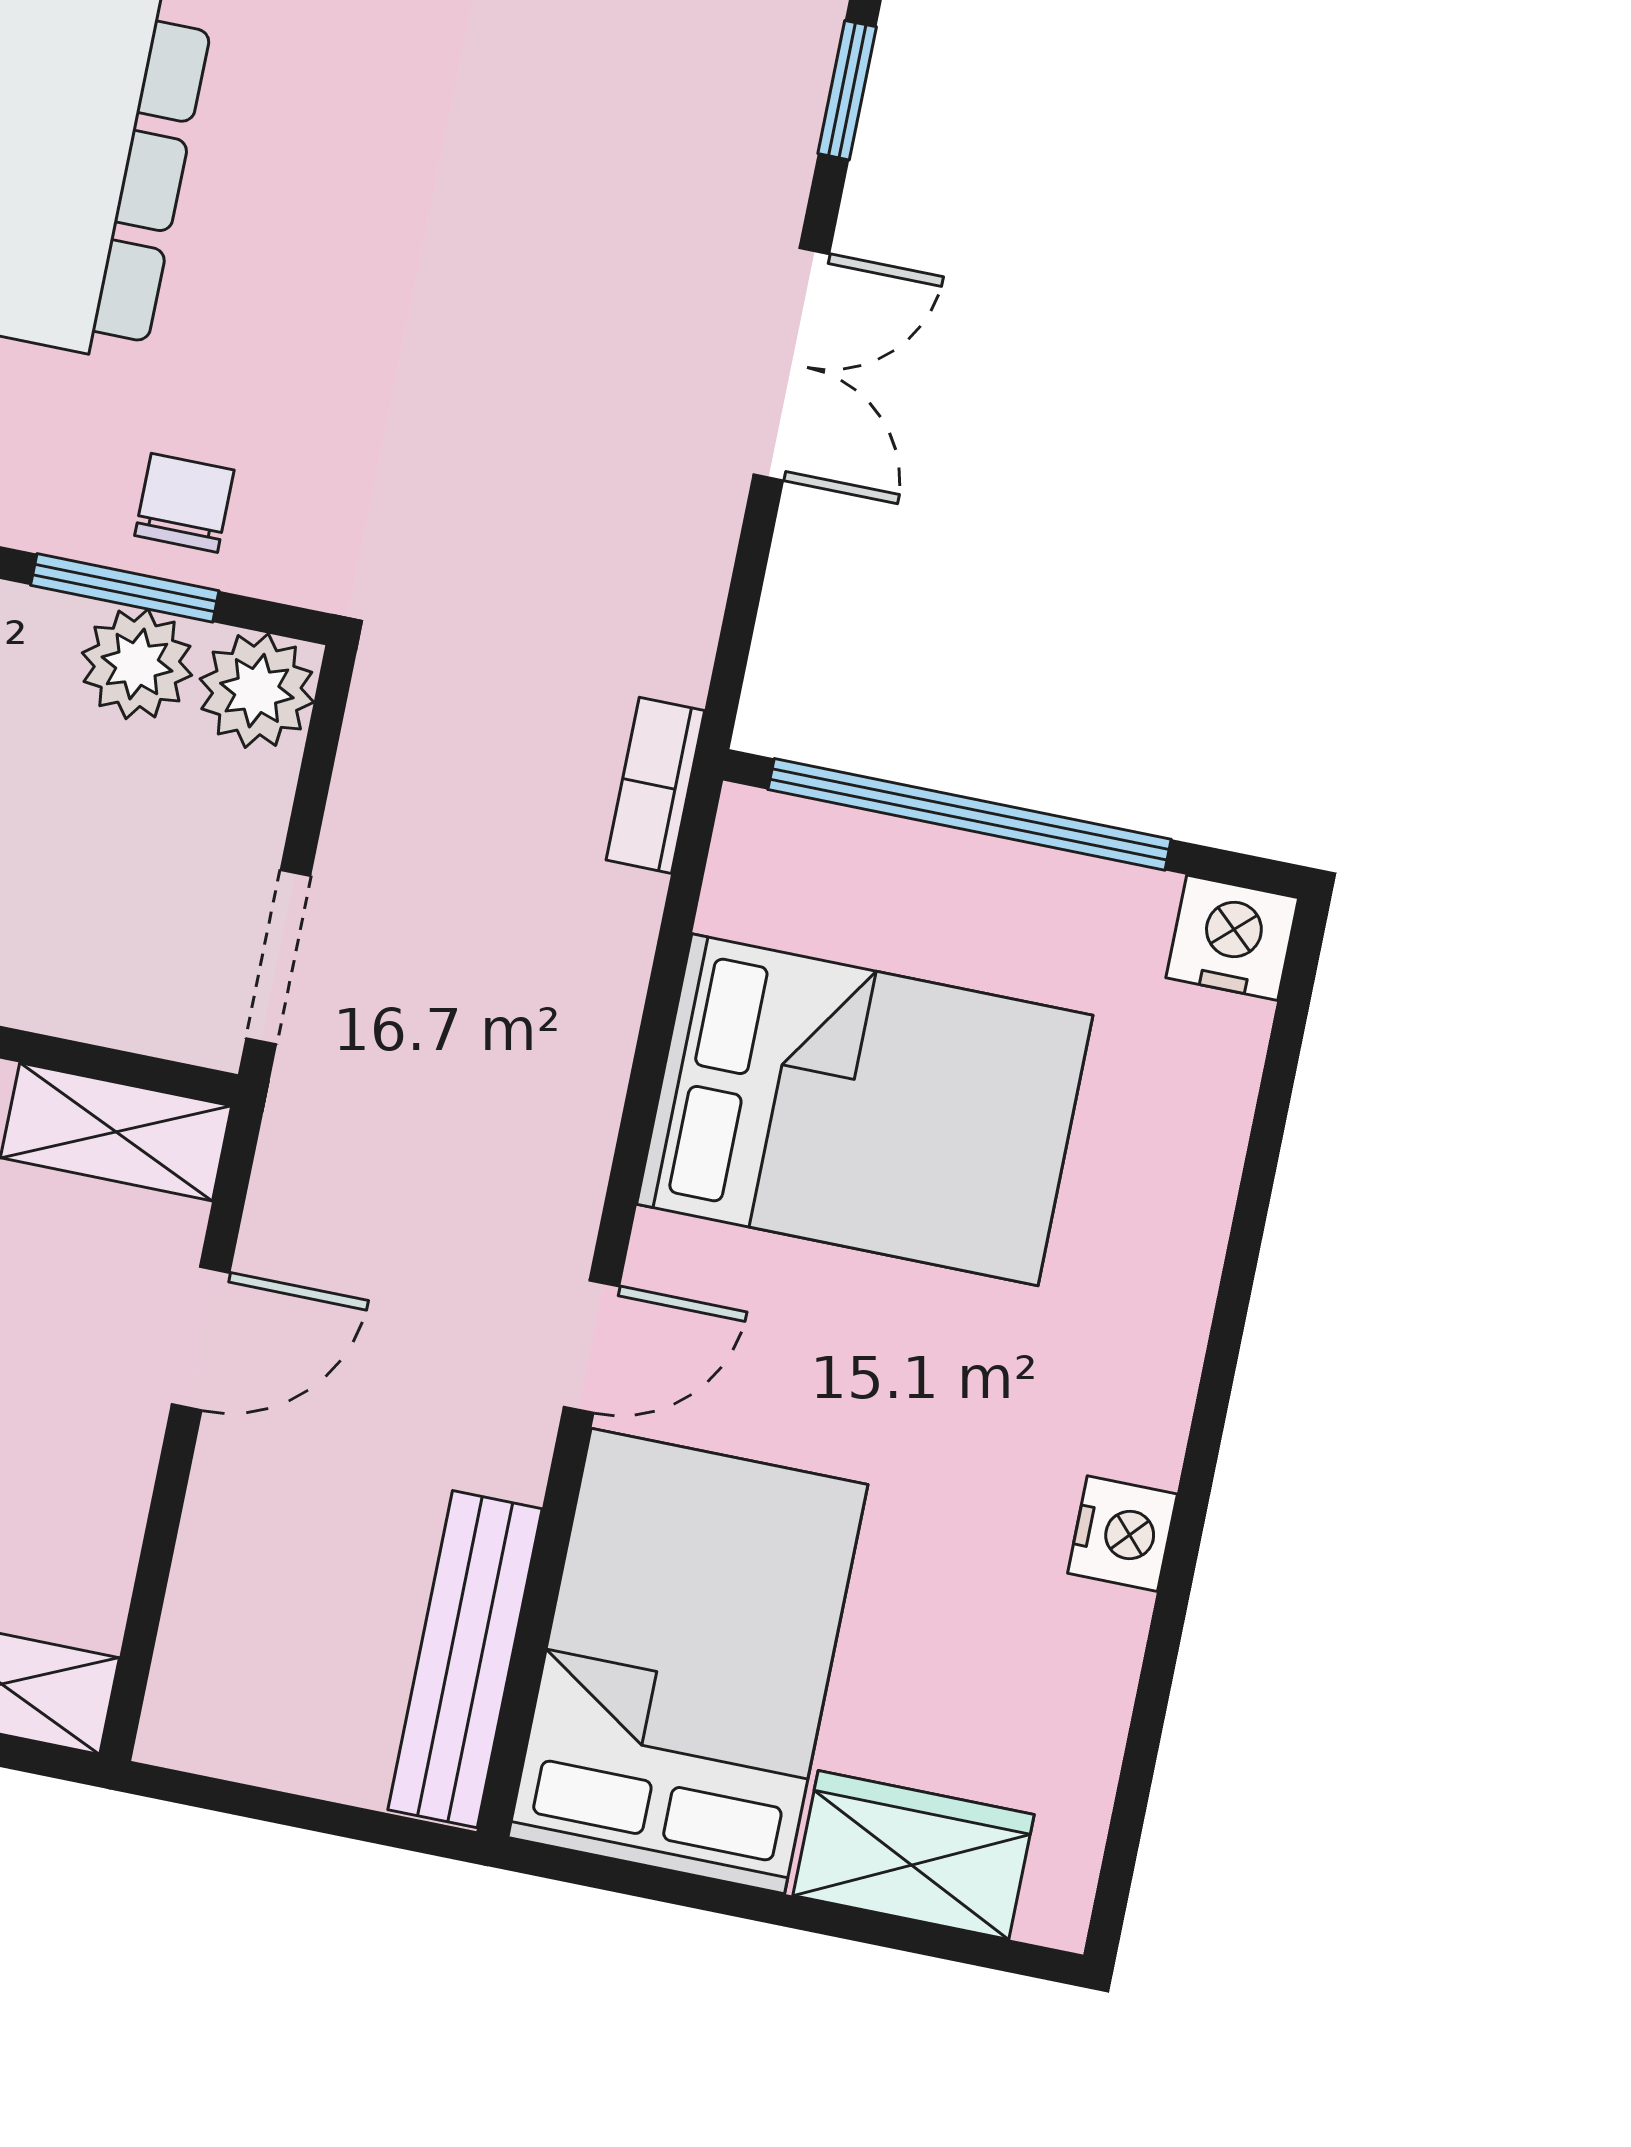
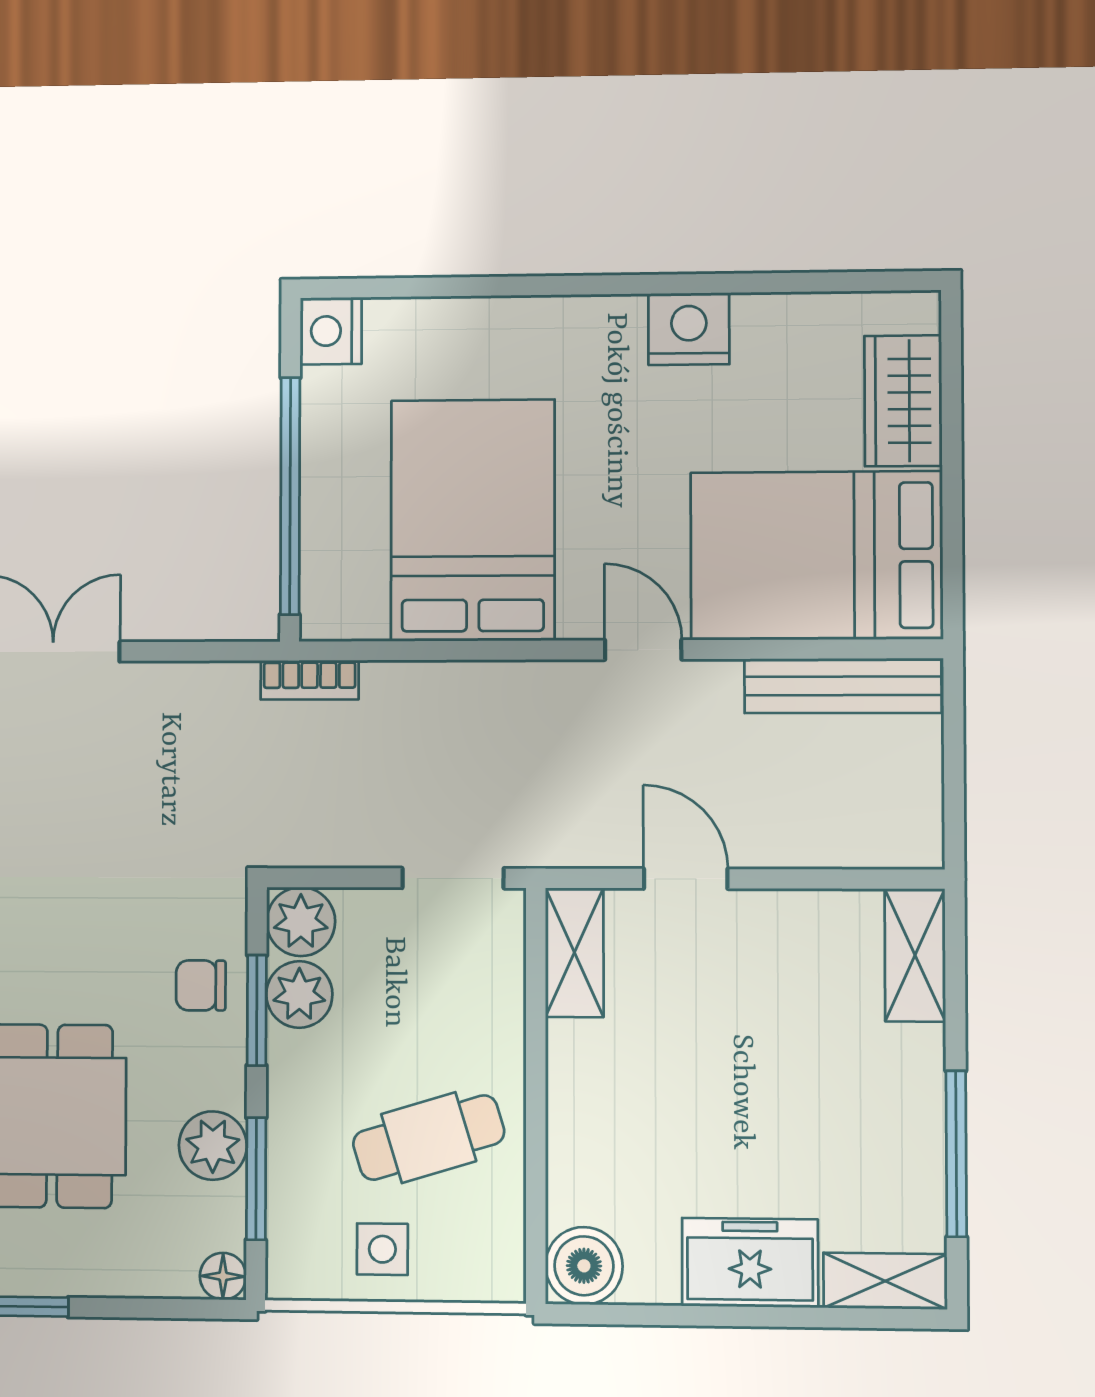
nightstand: (1122, 1534) -> (689, 329), width x1.36, depth x1.33

